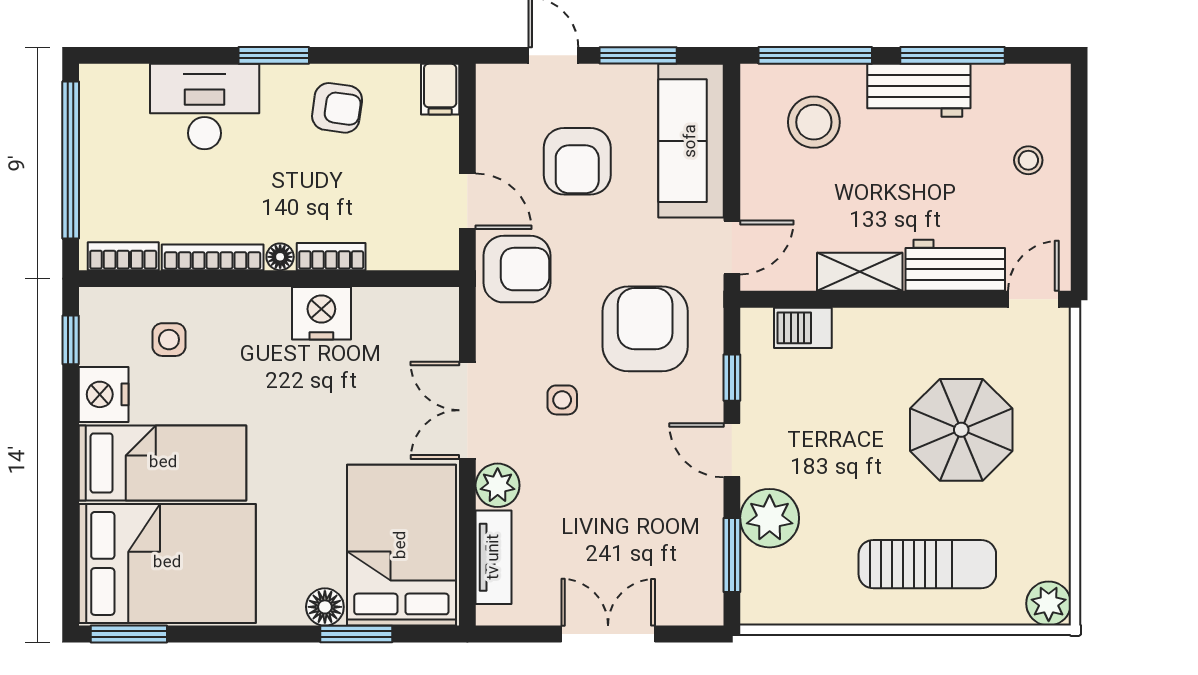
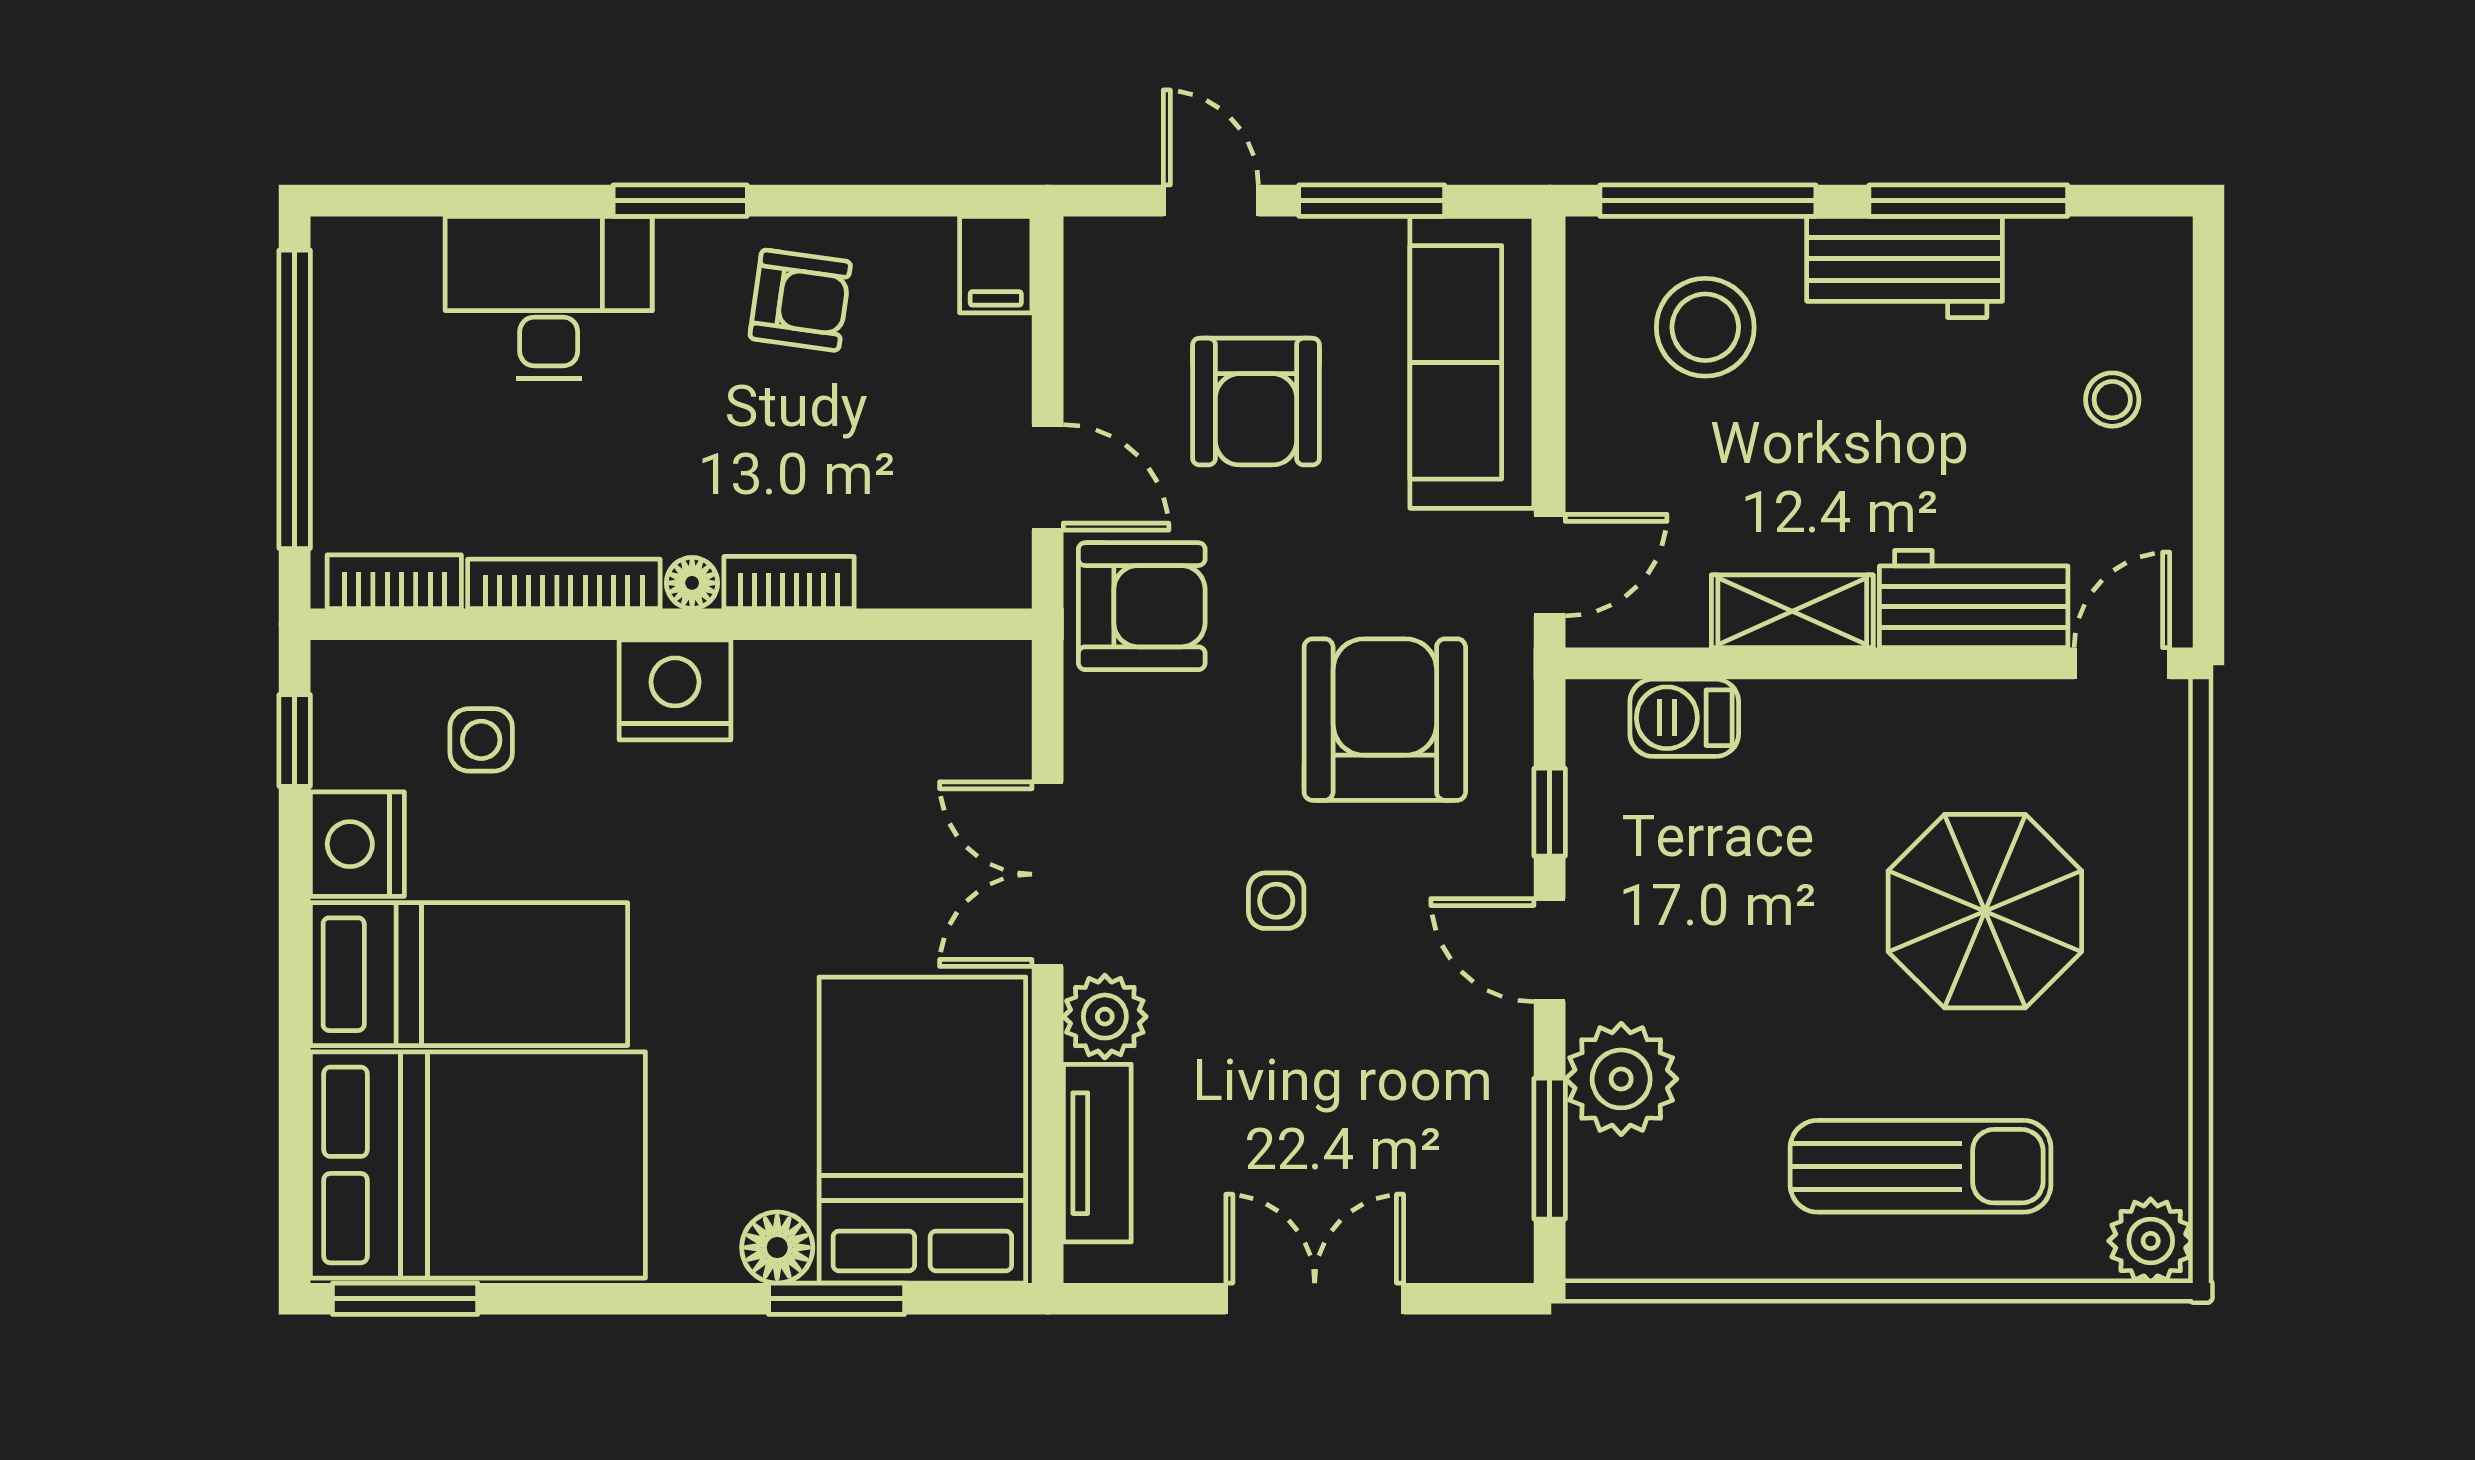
nightstand: (321, 313) -> (675, 690), moved
side table: (562, 400) -> (1276, 901), moved

